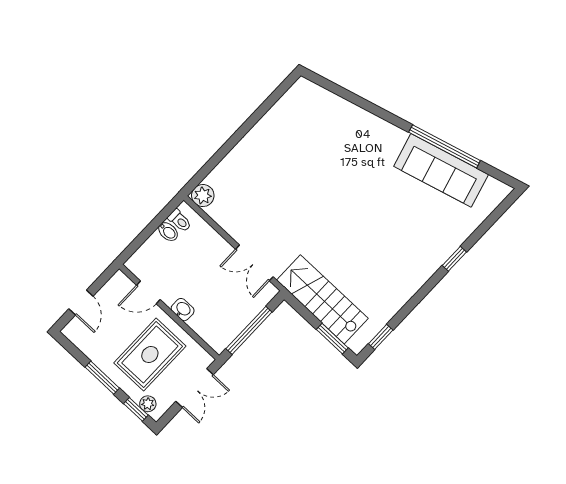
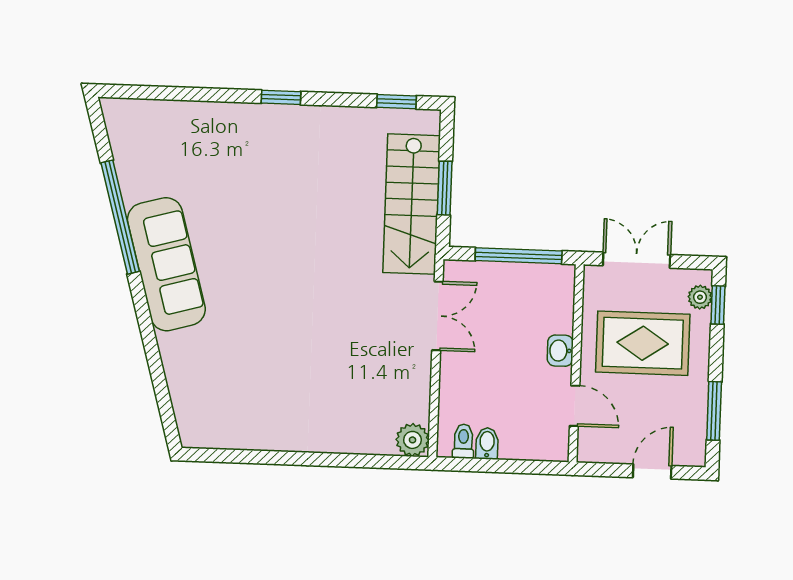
sofa: (441, 170) -> (166, 264), moved
window: (454, 259) -> (281, 97), moved
window: (332, 339) -> (445, 188), moved
window: (102, 378) -> (714, 411), moved

